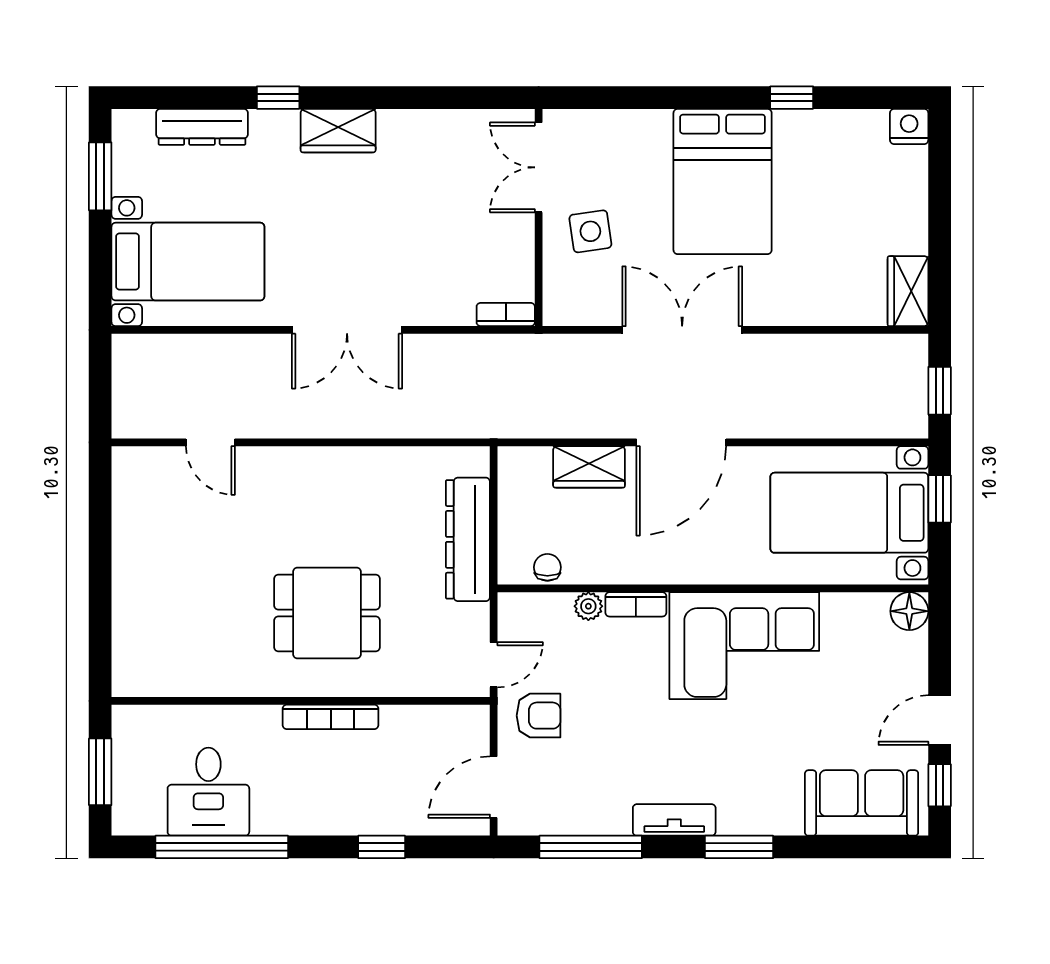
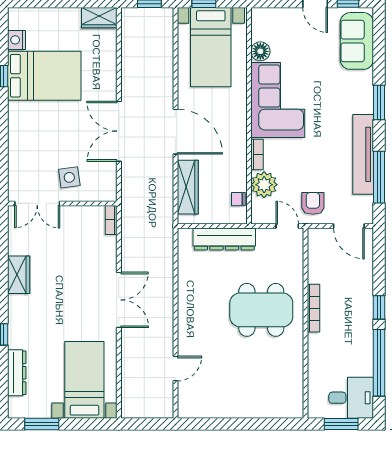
nightstand: (909, 126) -> (17, 40), moved
wardrobe: (338, 131) -> (19, 275), moved
bed: (723, 181) -> (44, 76), moved
wardrobe: (589, 467) -> (188, 187), width x1.50
plant: (588, 606) -> (264, 185), width x1.87, depth x1.87
floor lamp: (909, 611) -> (260, 51), moved
dining table: (327, 613) -> (261, 310), width x1.38
desk: (208, 792) -> (351, 398), moved
tv unit: (674, 820) -> (363, 154), width x1.92, depth x1.29
window: (382, 847) -> (379, 307), moved

